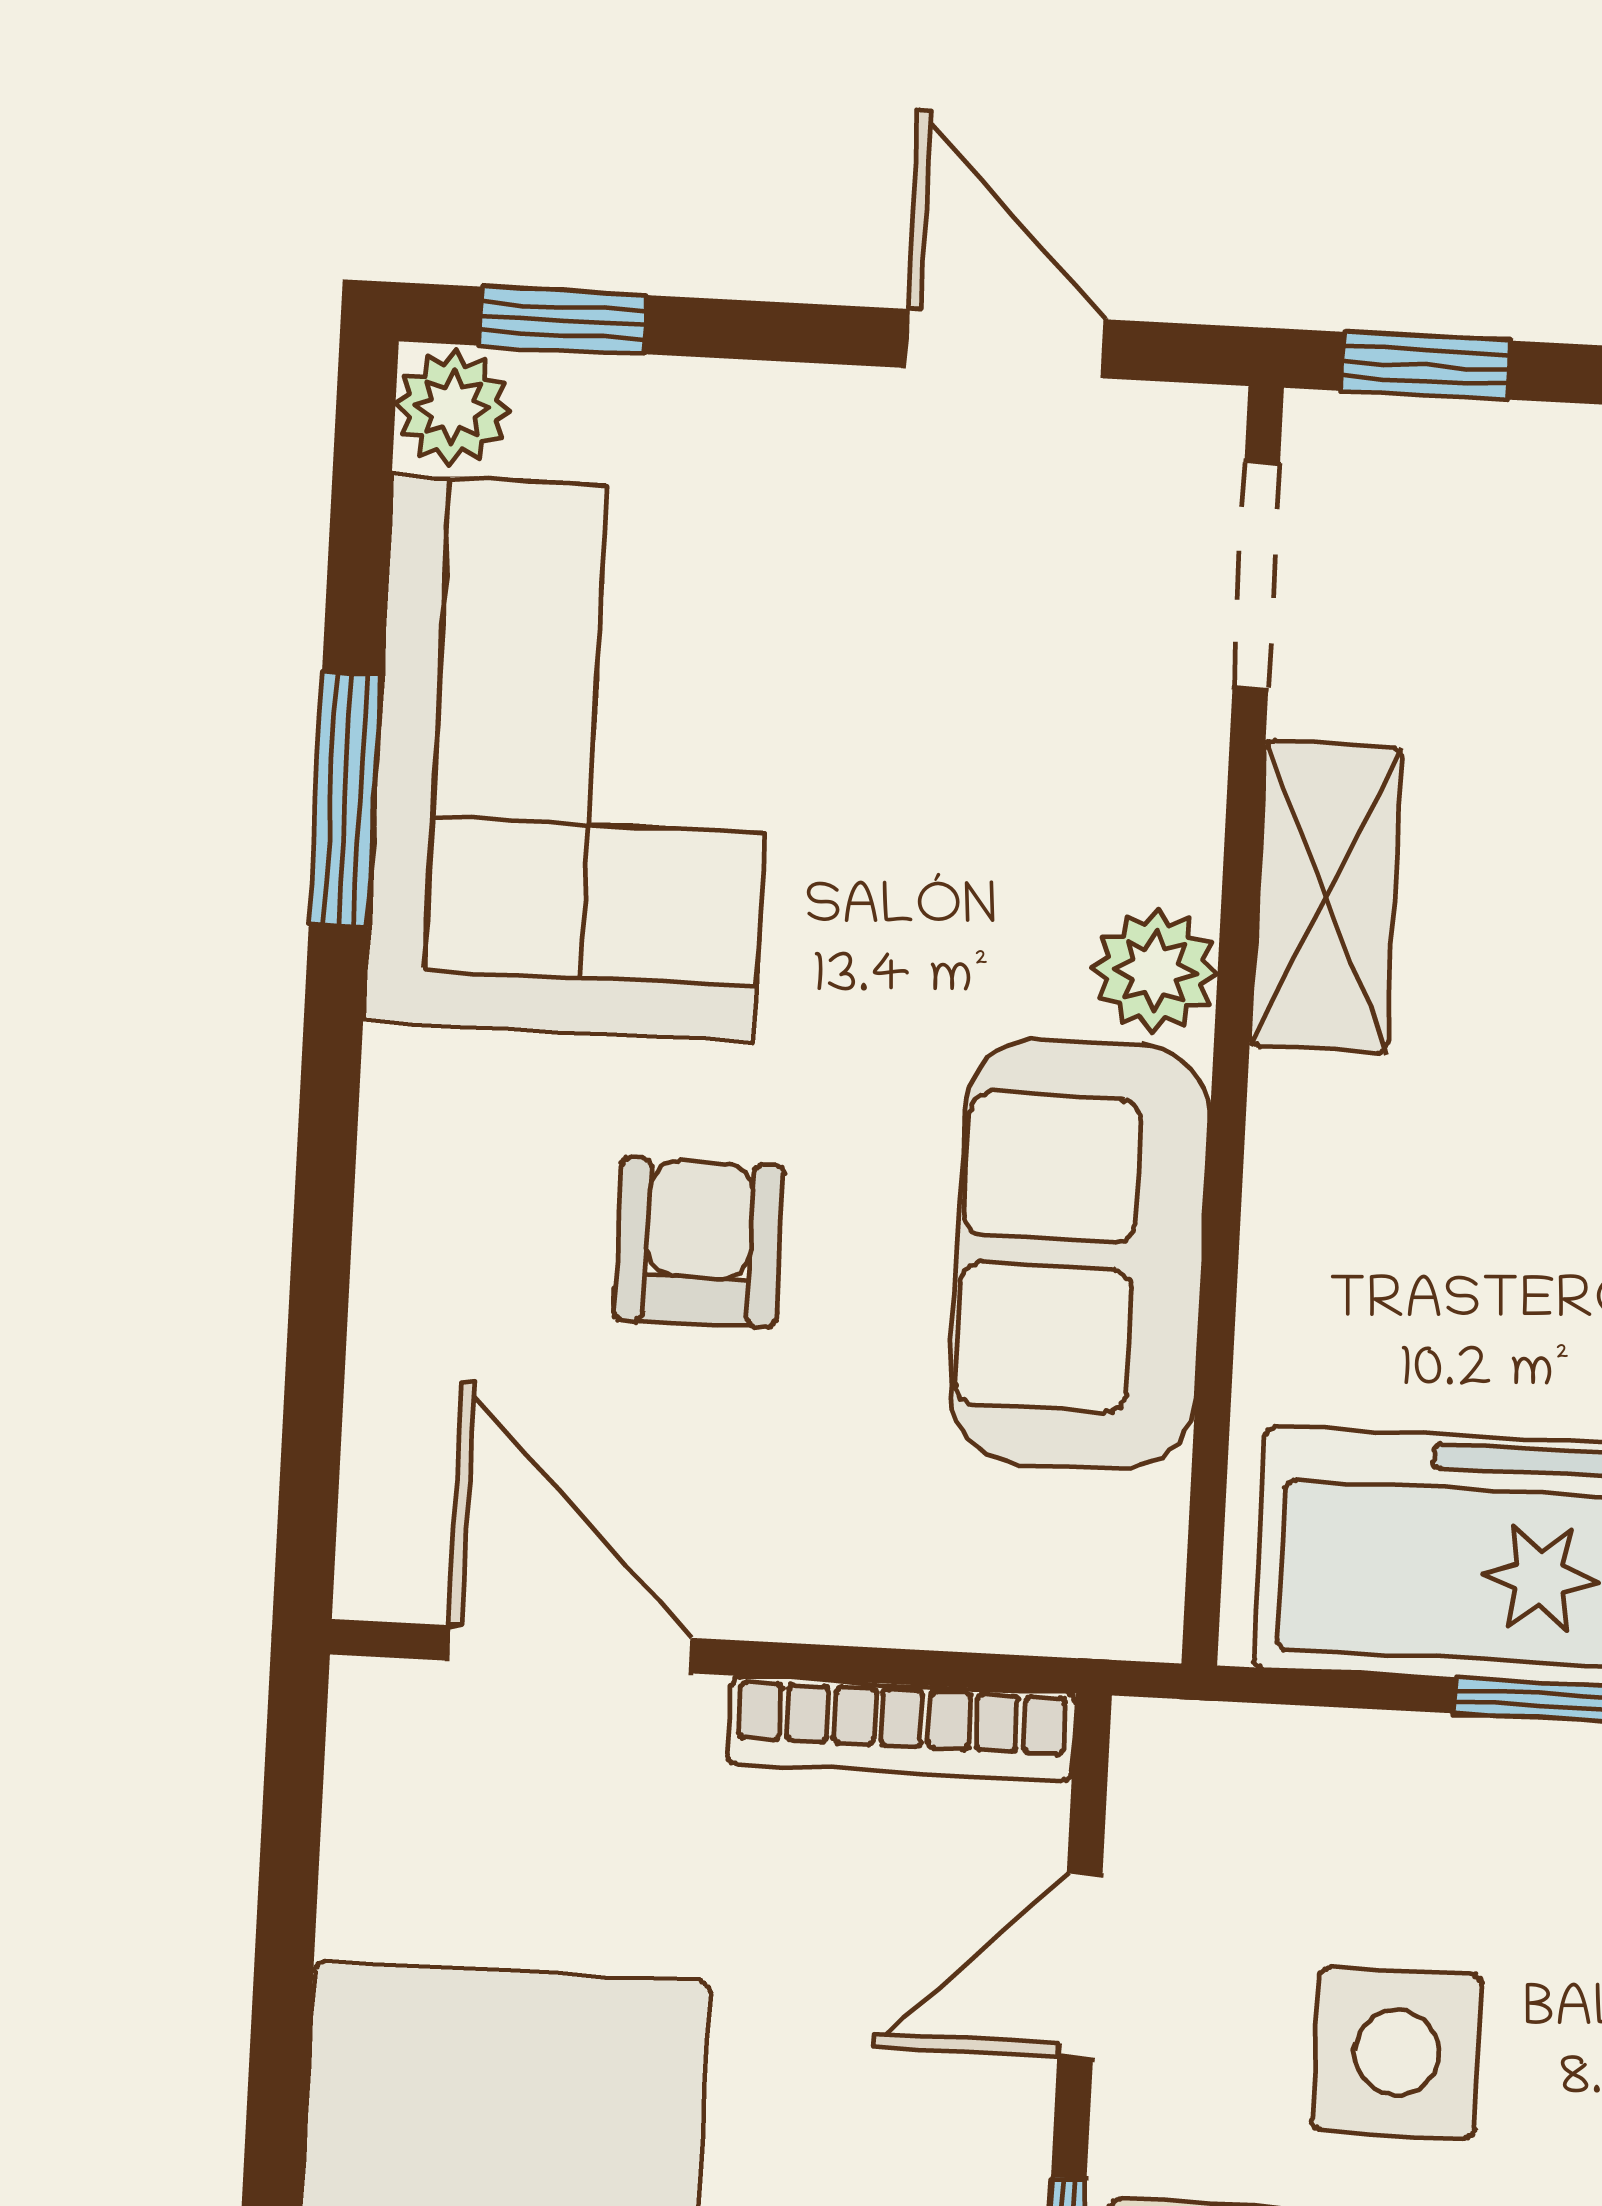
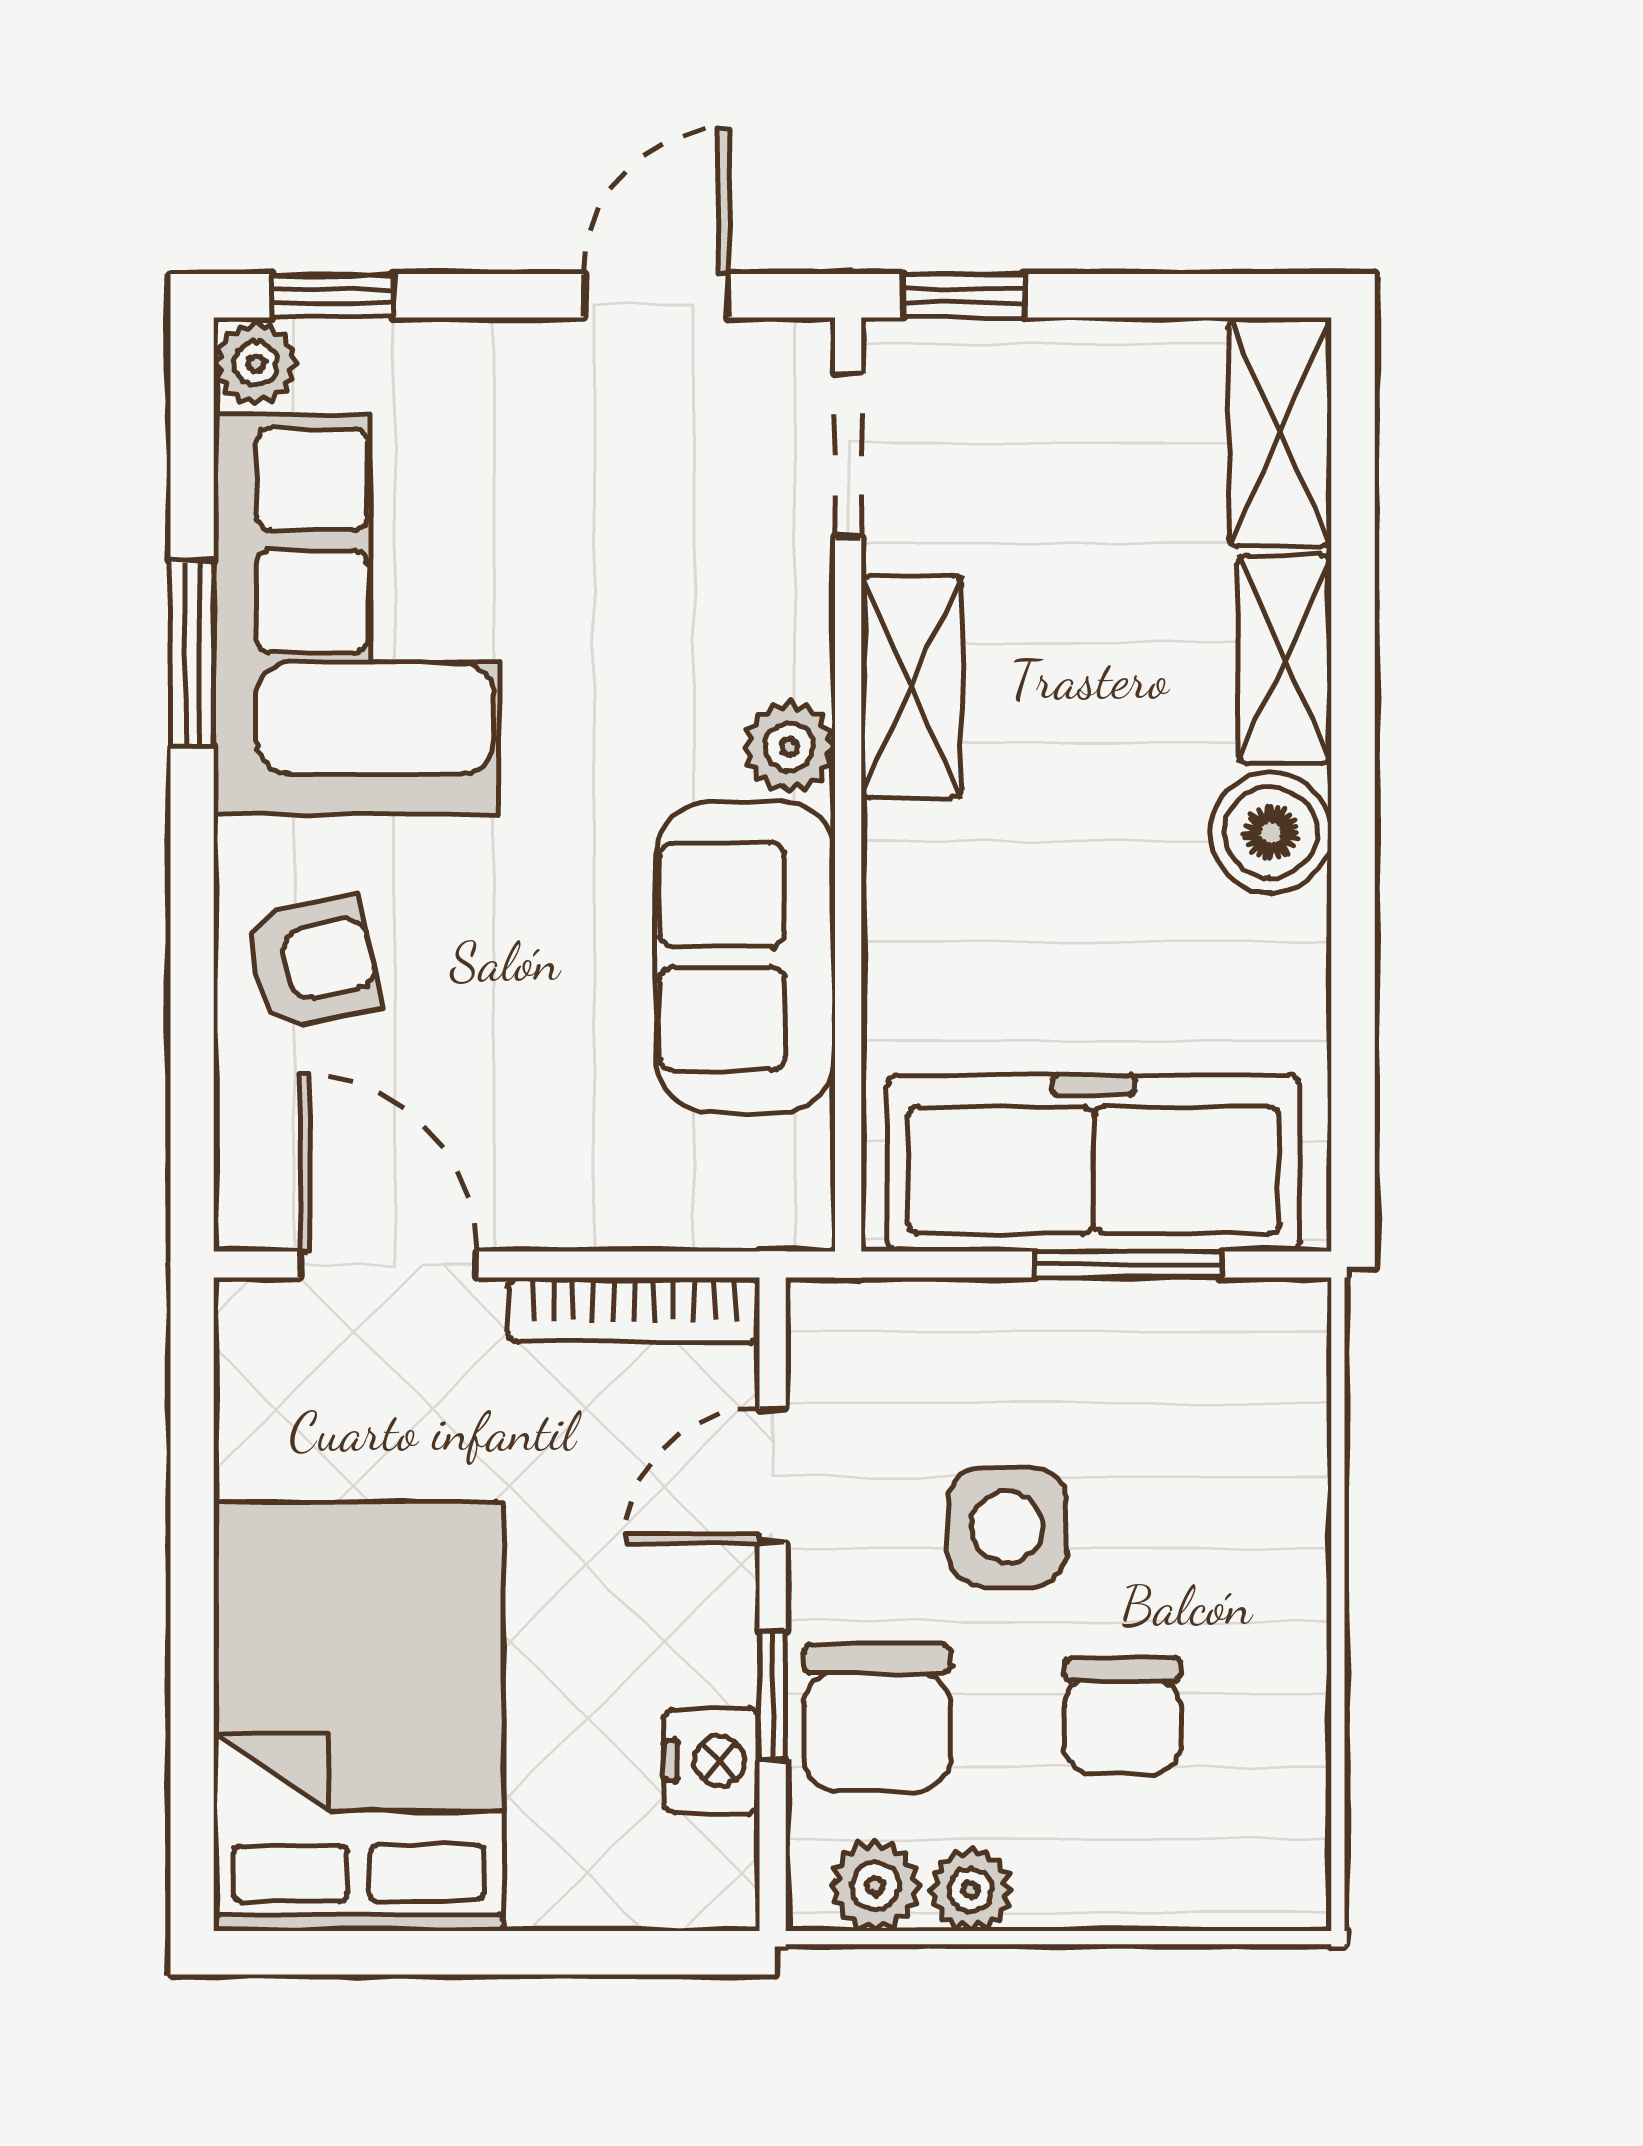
door: (1005, 344) -> (656, 296), hinge flipped
armchair: (699, 1242) -> (313, 963), moved, turned 78

